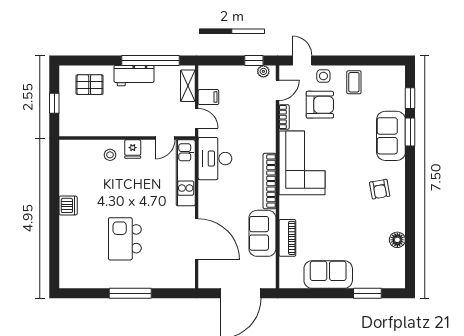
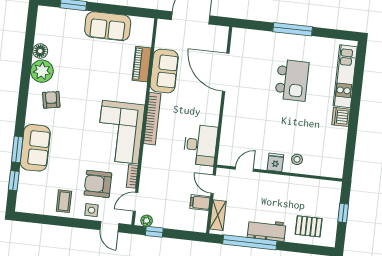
kitchen unit: (186, 173) -> (345, 76), moved, turned 180
plant: (393, 219) -> (42, 71), added

